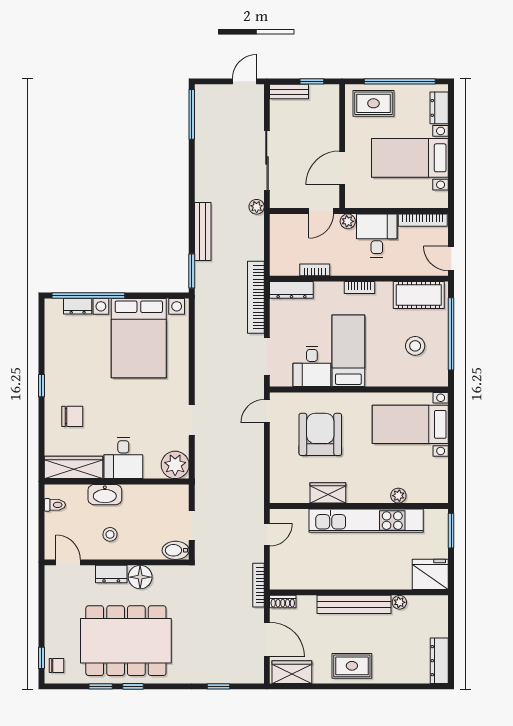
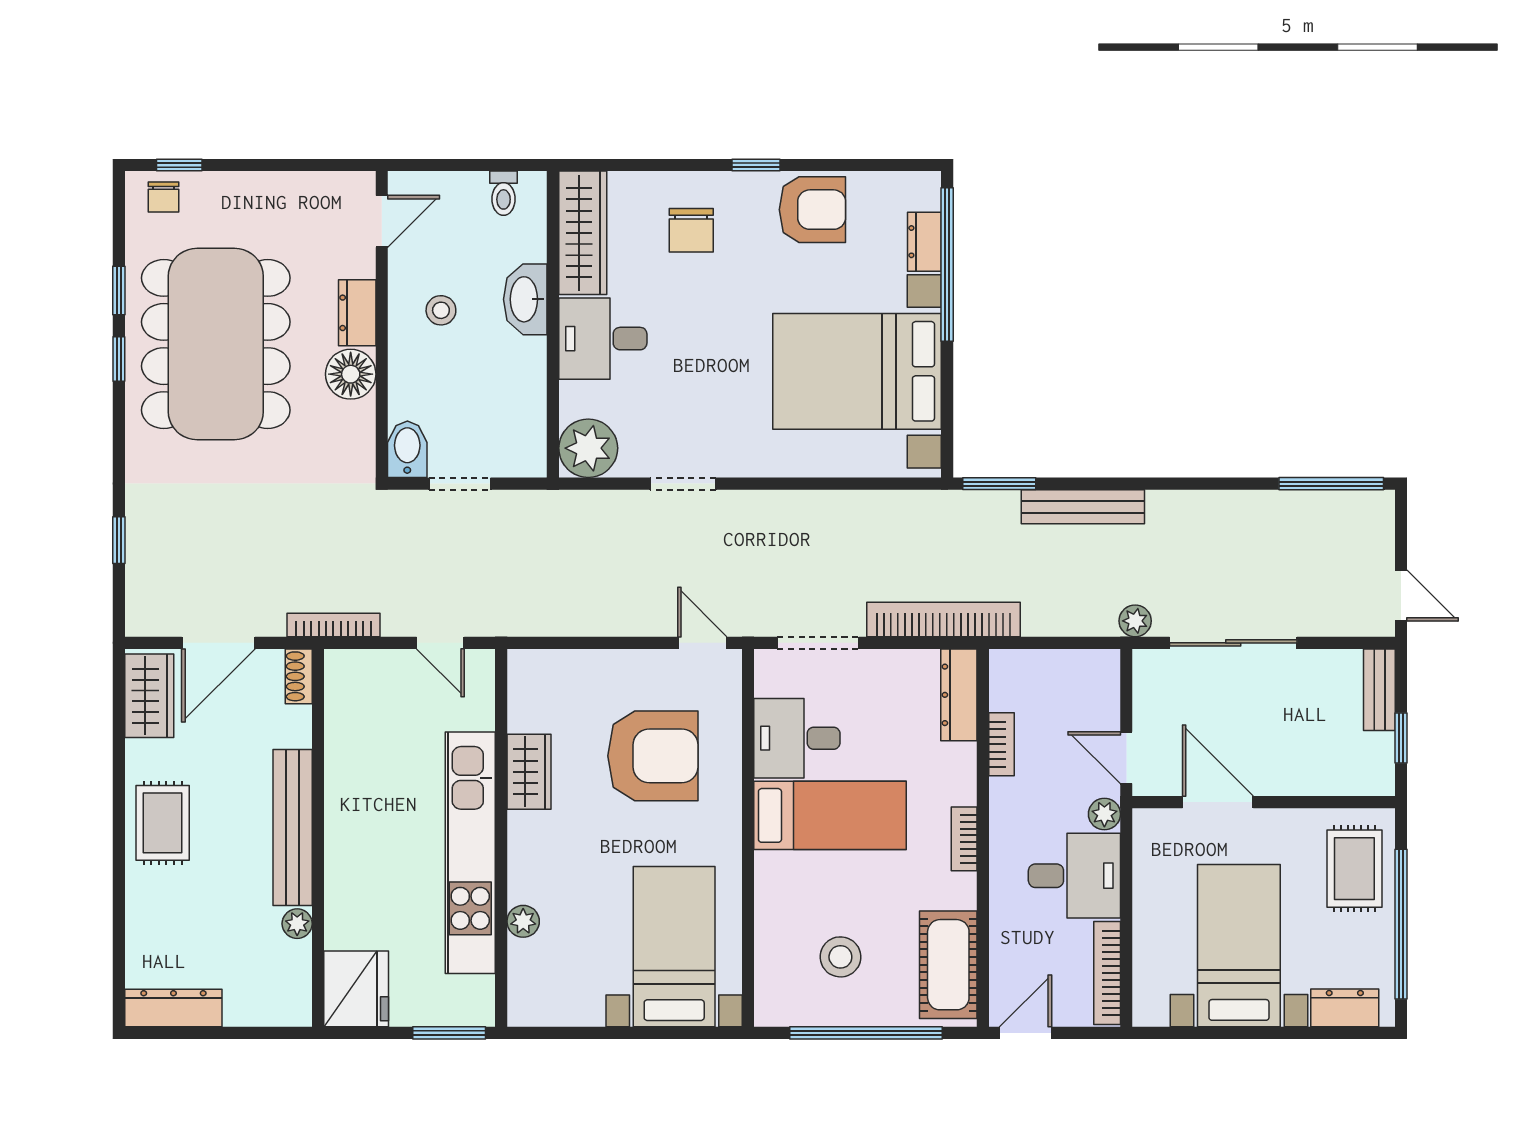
armchair: (62, 359) -> (812, 210), added

